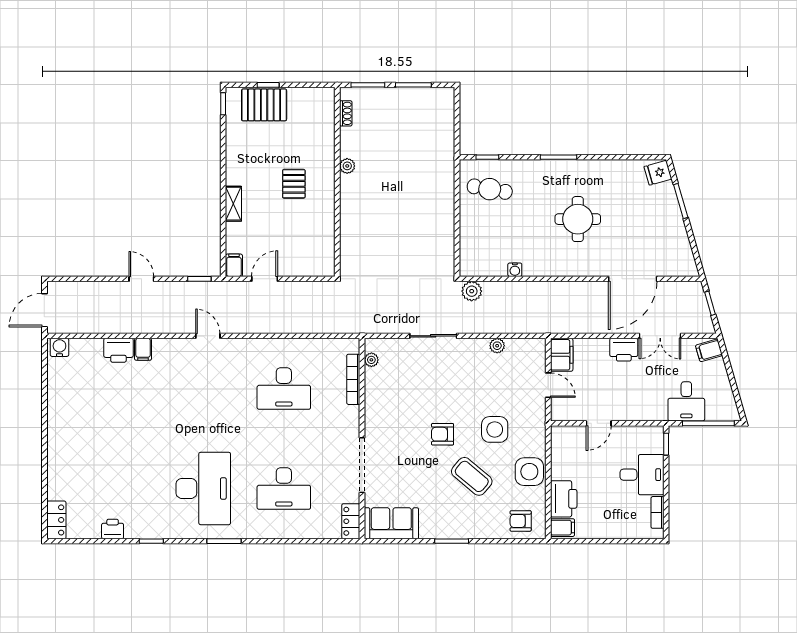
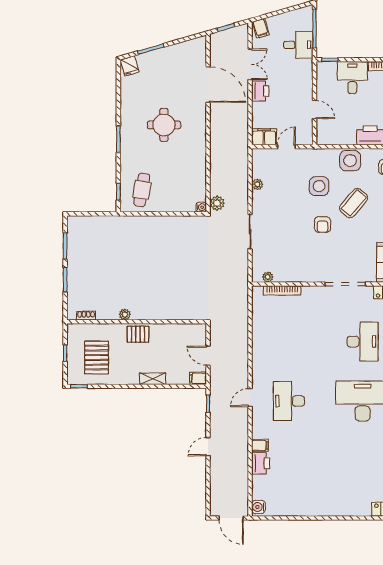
pallet: (264, 105) -> (97, 358), moved
shoe rack: (346, 113) -> (86, 316), moved
plant: (347, 166) -> (125, 314), moved
wall: (337, 182) -> (137, 322), moved
water cooler: (515, 270) -> (201, 207), moved
desk: (284, 389) -> (289, 401), moved, turned 180

